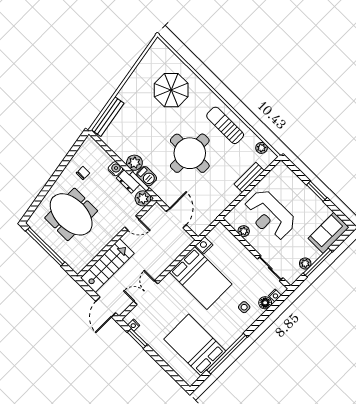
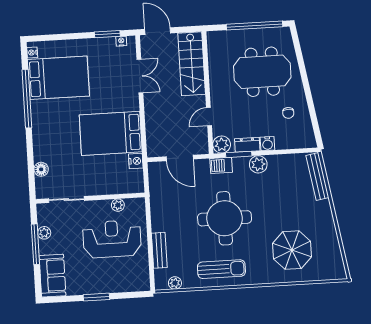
barbecue: (147, 176) -> (221, 165), moved
nightstand: (275, 295) -> (32, 53), moved
side table: (244, 307) -> (53, 148), removed

